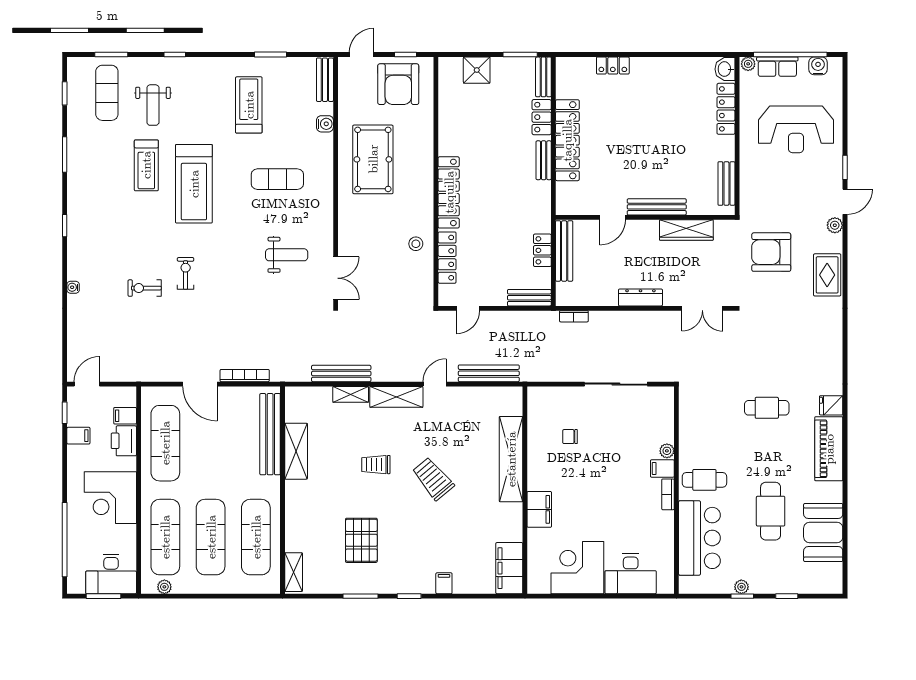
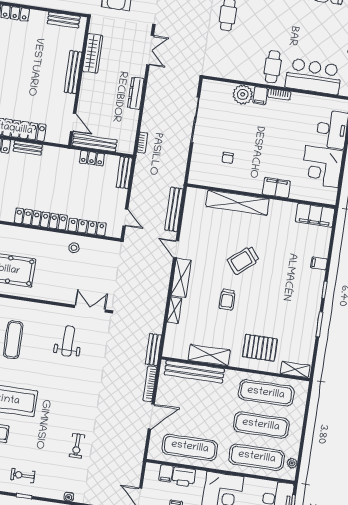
door: (613, 217) -> (73, 123), moved
exercise bike: (186, 273) -> (23, 476), moved
bench: (341, 373) -> (153, 350), moved, width x0.73
plant: (667, 451) -> (243, 94), width x1.88, depth x1.88
cafe table: (771, 511) -> (302, 23), removed
pallet: (361, 540) -> (260, 348), moved

